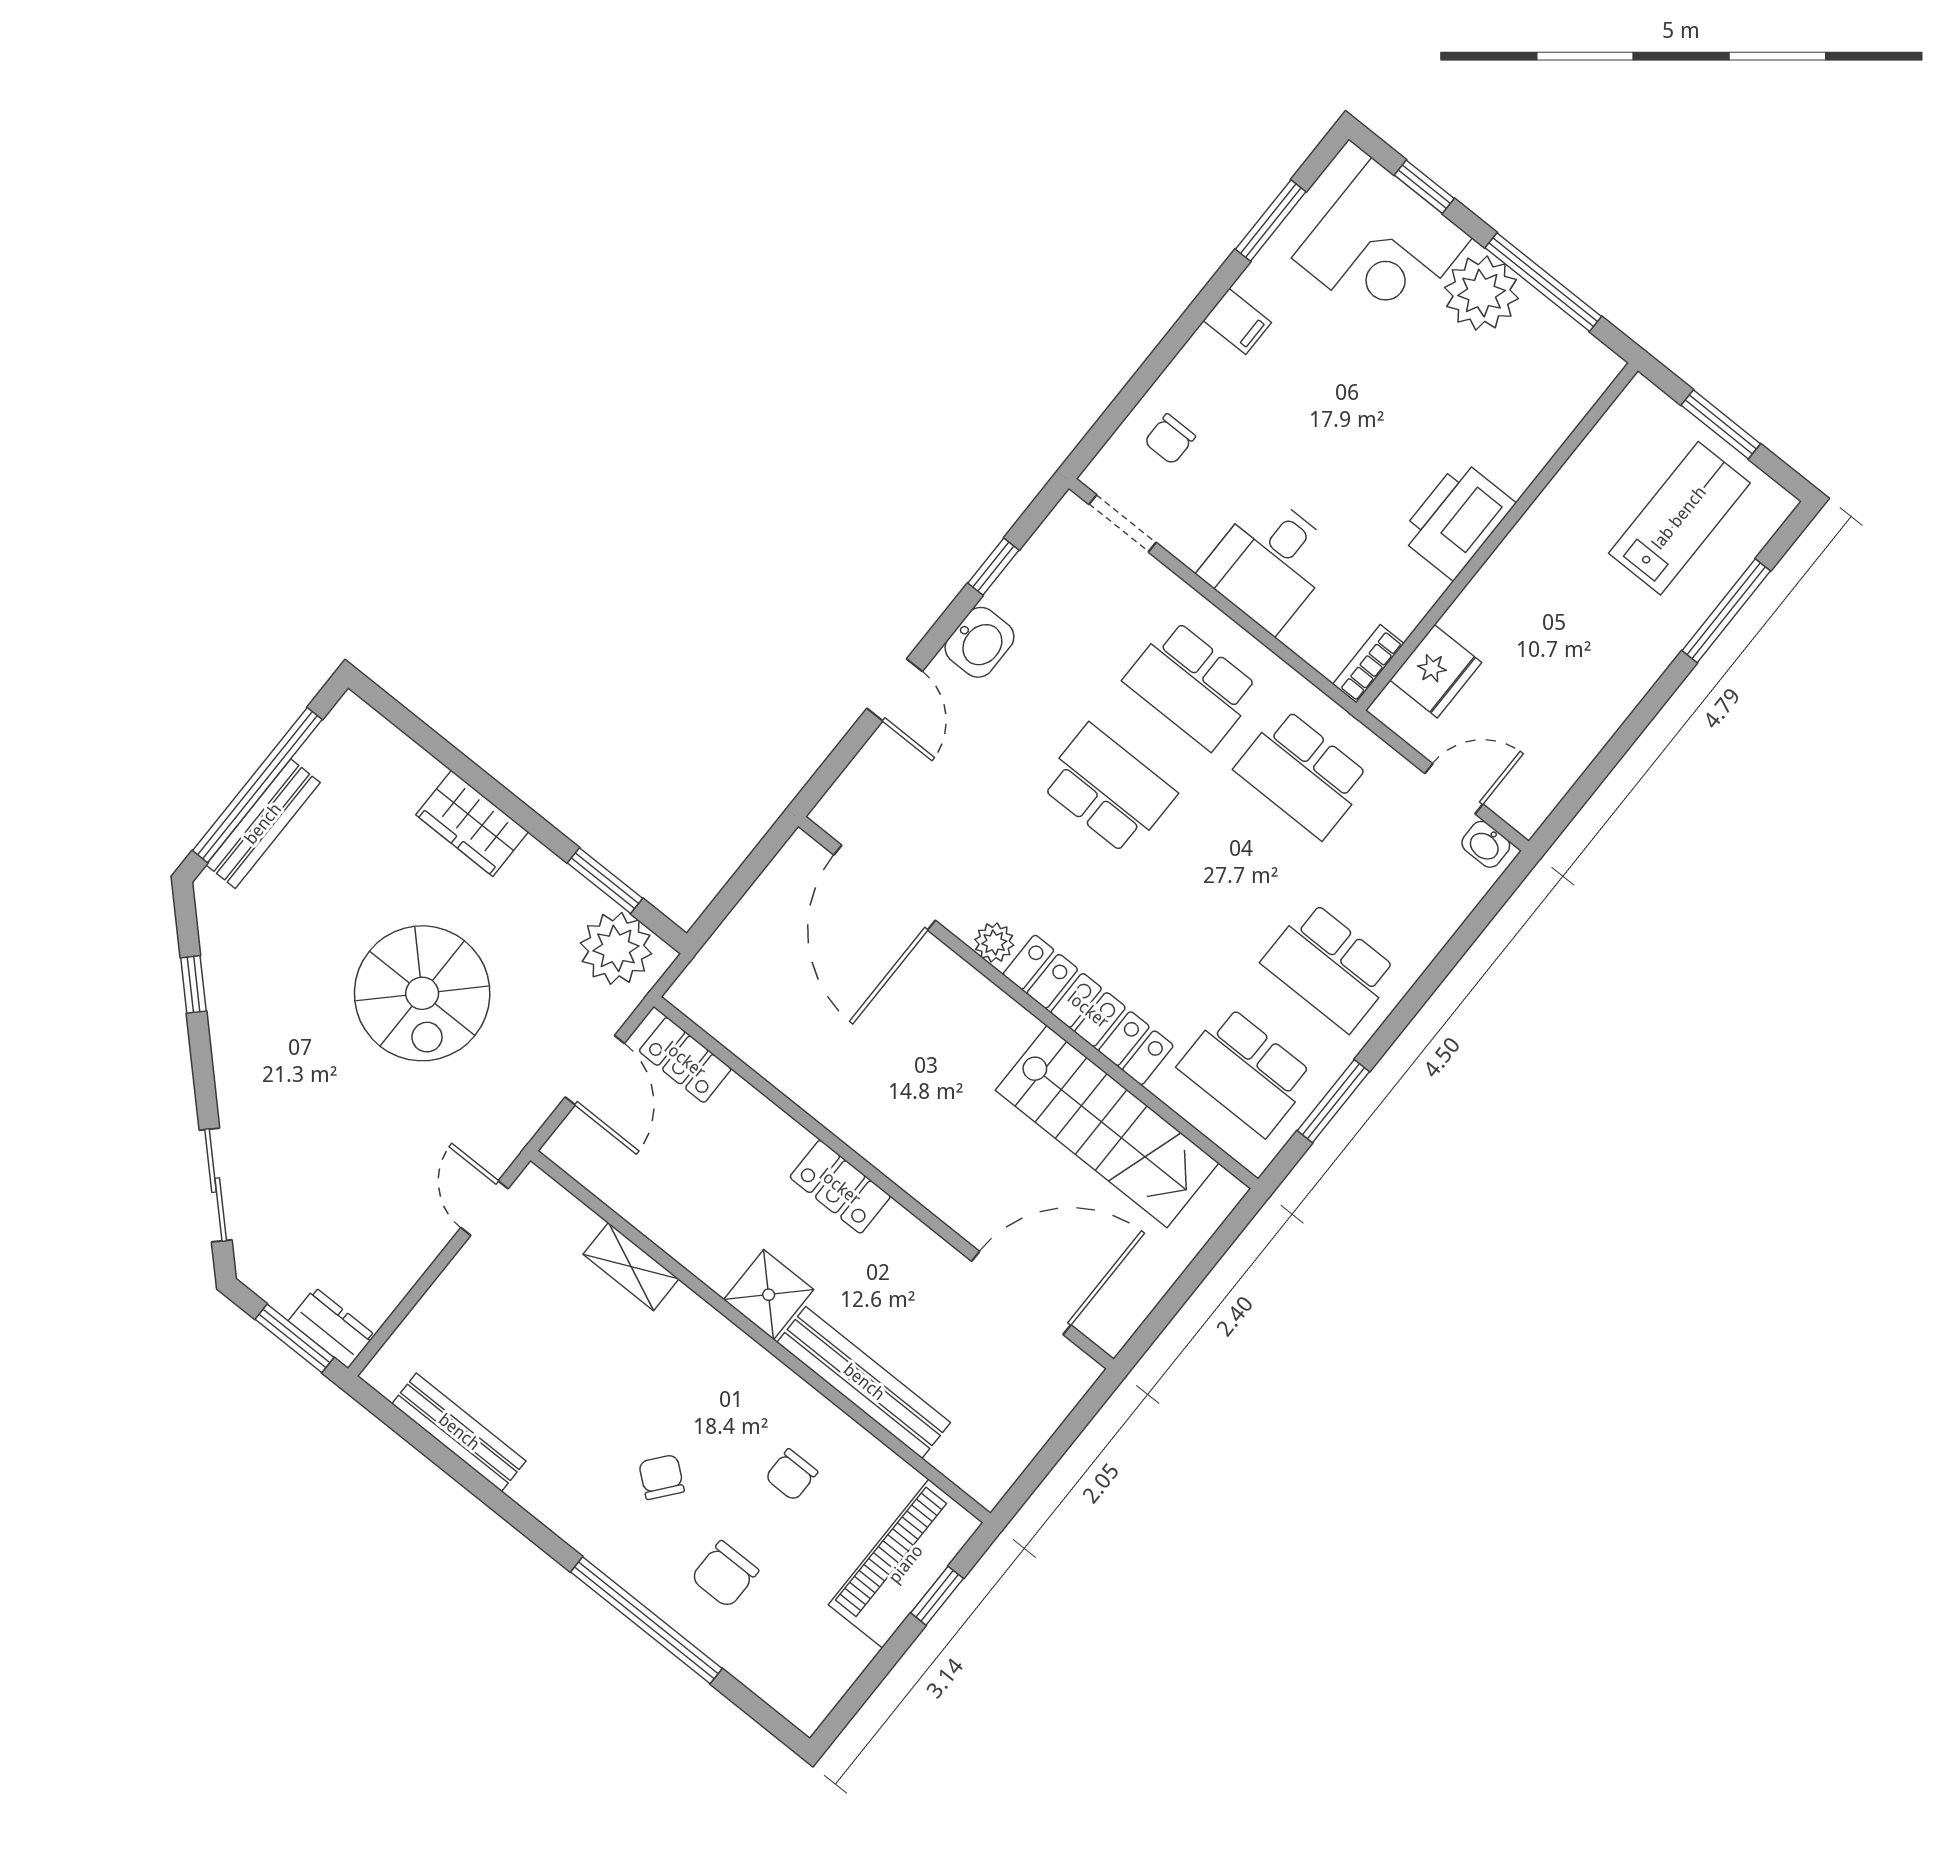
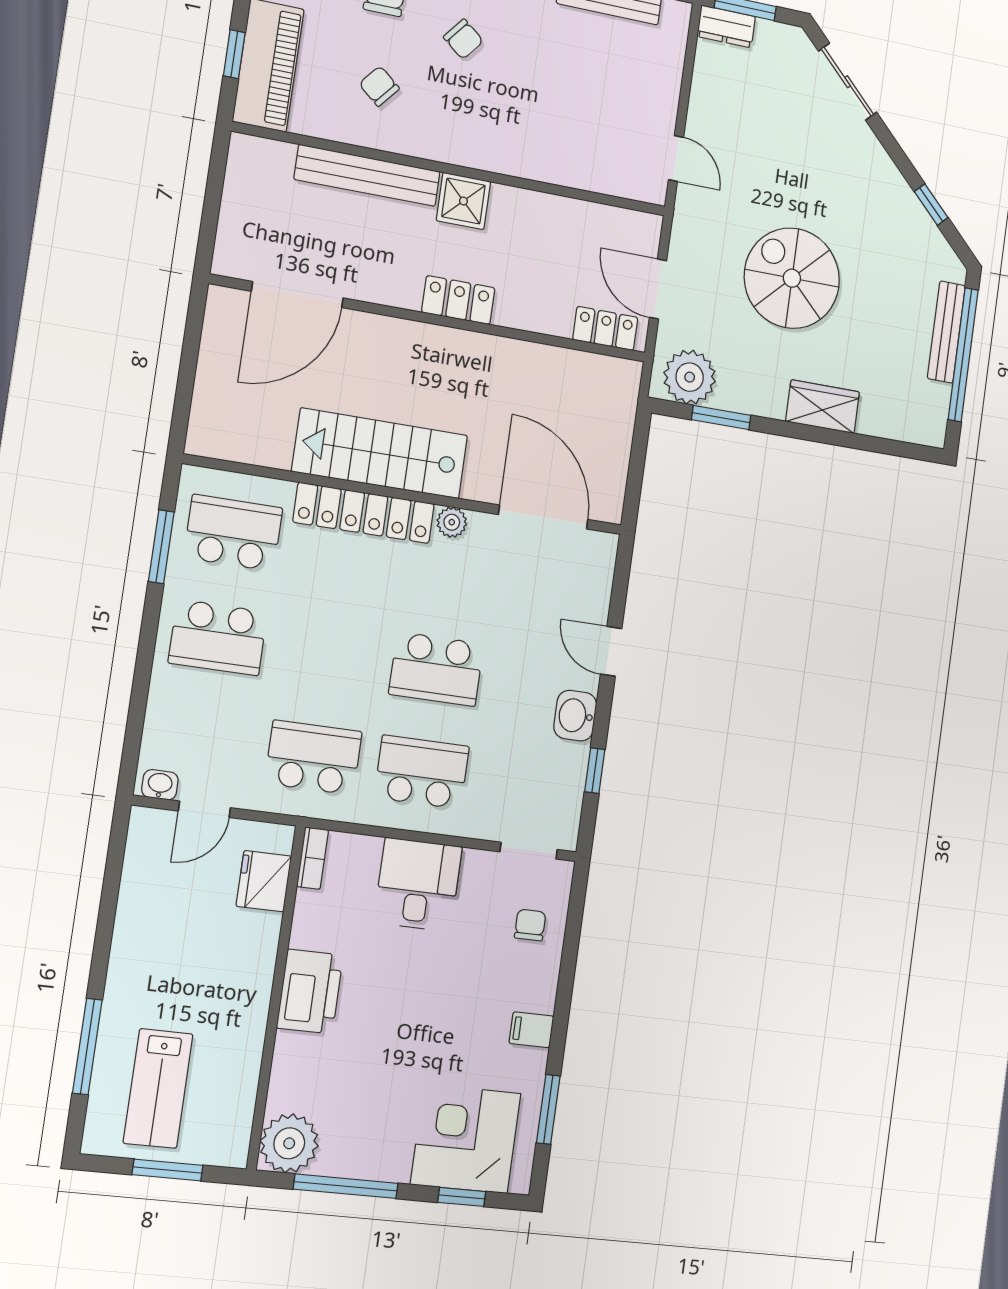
plant: (1482, 293) -> (289, 1143), moved
school desk: (1330, 967) -> (218, 637), turned 180
stairs: (1107, 1127) -> (380, 453), moved
shelving: (631, 1267) -> (562, 171), removed
chair: (791, 1475) -> (379, 86), turned -50

